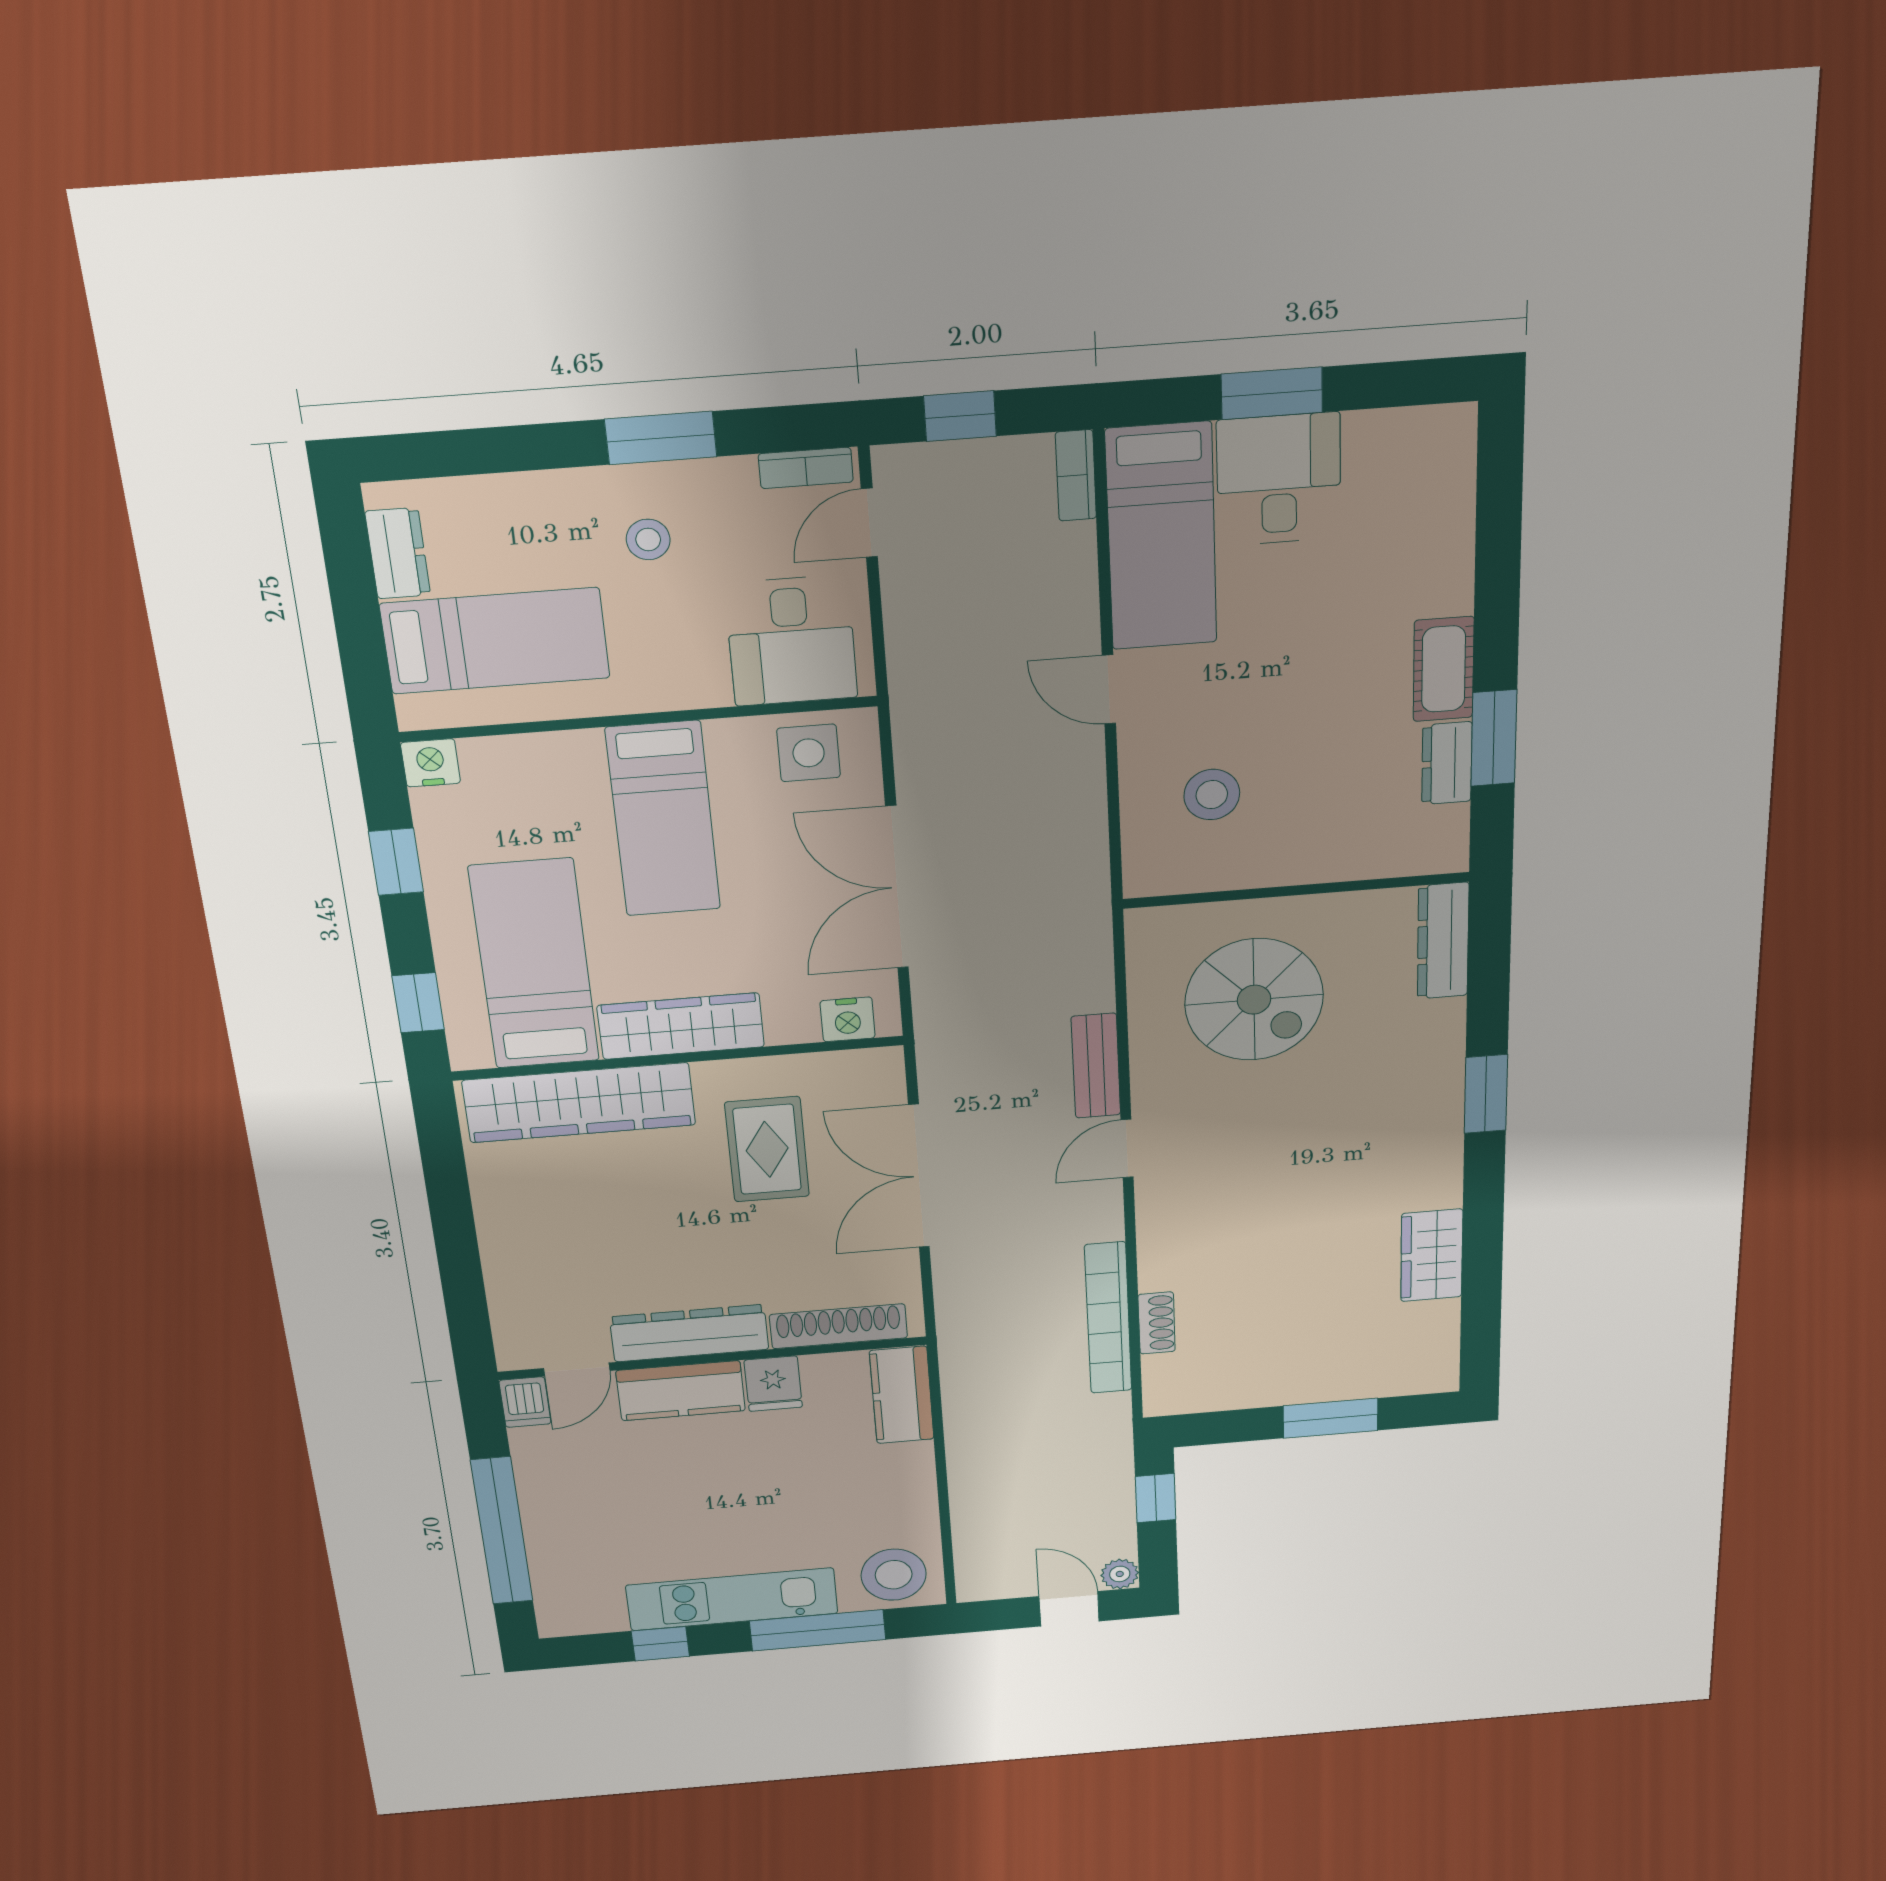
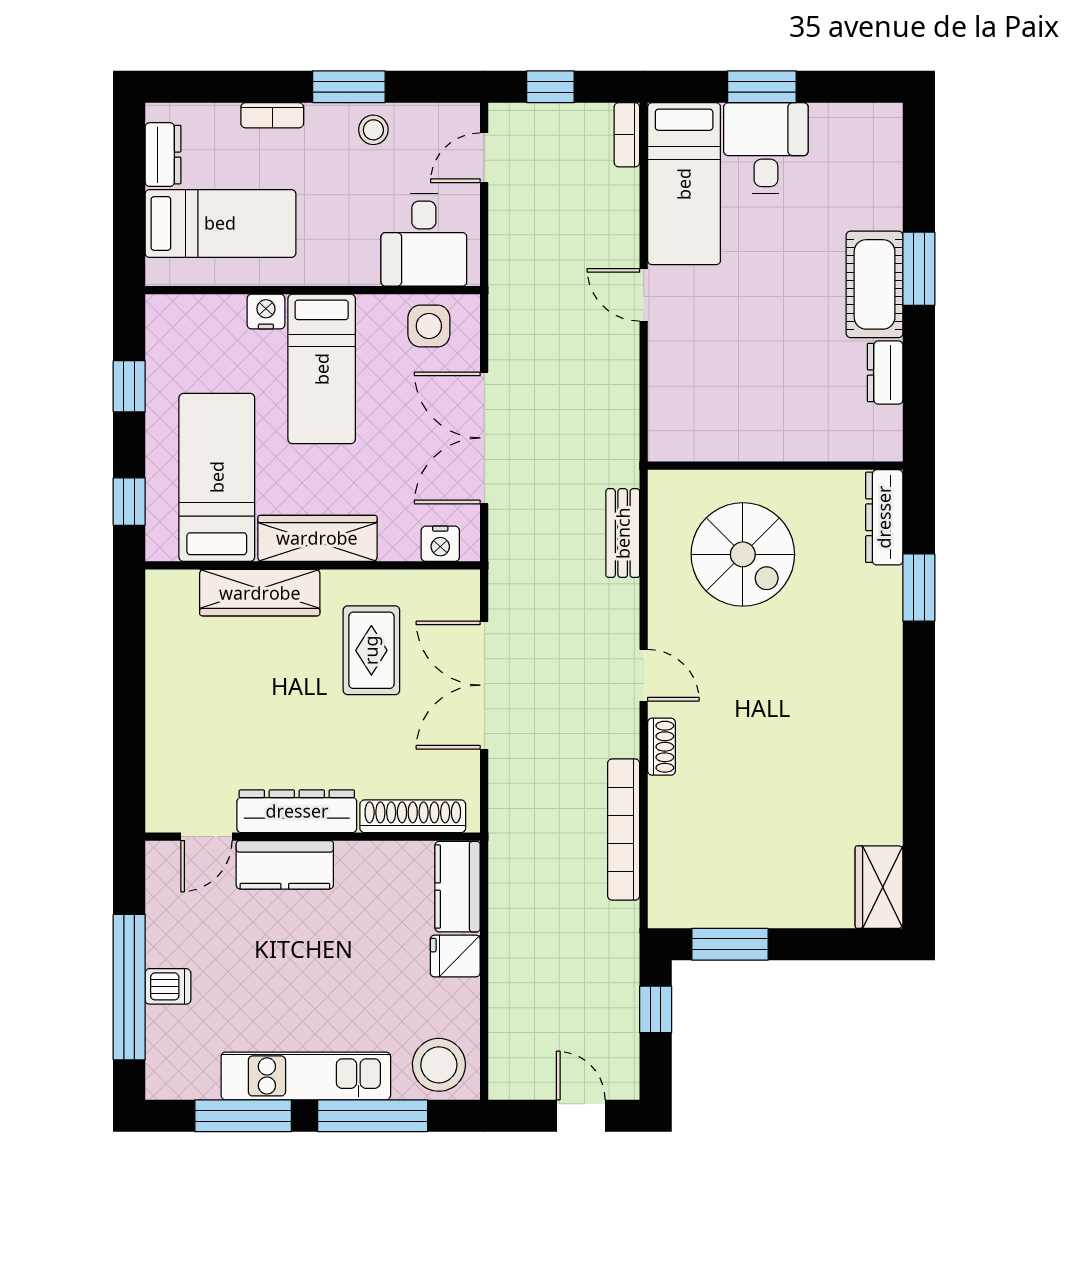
bookcase: (806, 468) -> (272, 115), moved
stool: (648, 539) -> (373, 130), moved
cot: (1444, 669) -> (875, 284), width x1.37, depth x1.34
window: (1494, 738) -> (919, 269), moved
nightstand: (431, 763) -> (266, 312), moved
stool: (1212, 795) -> (715, 383), removed
bench: (1096, 1066) -> (623, 533), moved
window: (1486, 1094) -> (919, 588), moved
wardrobe: (579, 1103) -> (260, 593), width x0.71, depth x0.85
door: (1127, 1148) -> (644, 675), swing flipped
wardrobe: (1432, 1255) -> (879, 887), moved
shoe rack: (1157, 1323) -> (661, 747), moved
fridge: (773, 1384) -> (455, 956), moved, turned 90
dishwasher: (525, 1402) -> (168, 986), moved, turned -90
window: (1331, 1418) -> (730, 944), moved
plant: (1120, 1574) -> (624, 1084), removed
window: (660, 1644) -> (243, 1116), width x2.17

